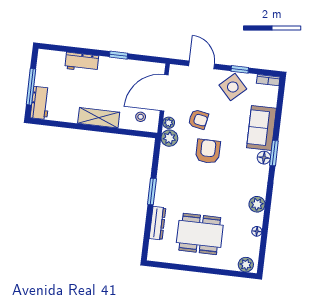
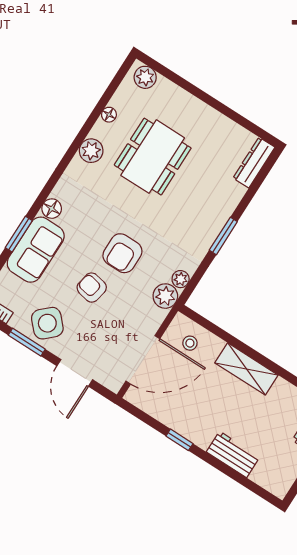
window: (240, 69) -> (27, 342), width x1.50
armchair: (198, 119) -> (92, 288), moved
plant: (169, 123) -> (181, 279), moved
window: (274, 153) -> (19, 234), moved
dresser: (158, 223) -> (254, 163), moved
dining table: (200, 234) -> (153, 157), moved, turned 90

